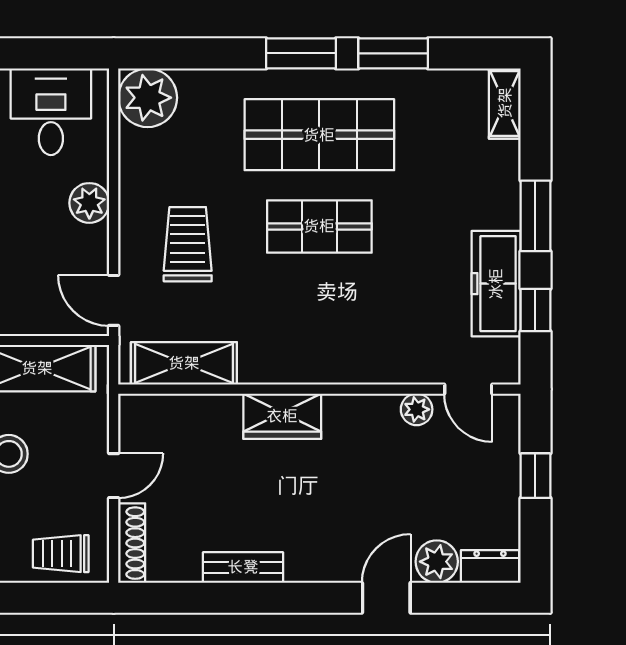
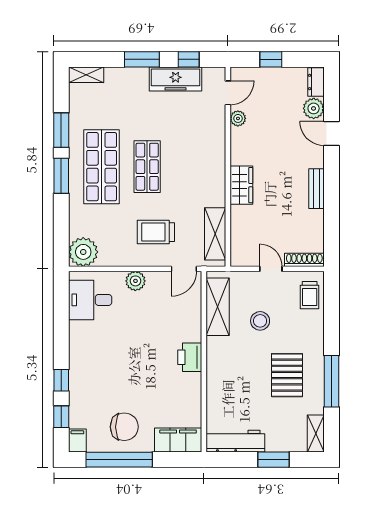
bench: (243, 567) -> (316, 189), moved

